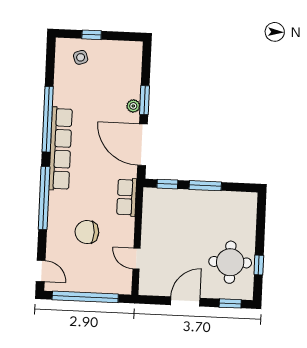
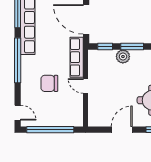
row of seats: (127, 197) -> (77, 57), width x1.48
plant: (192, 199) -> (123, 57), added
door: (136, 259) -> (86, 86), moved

